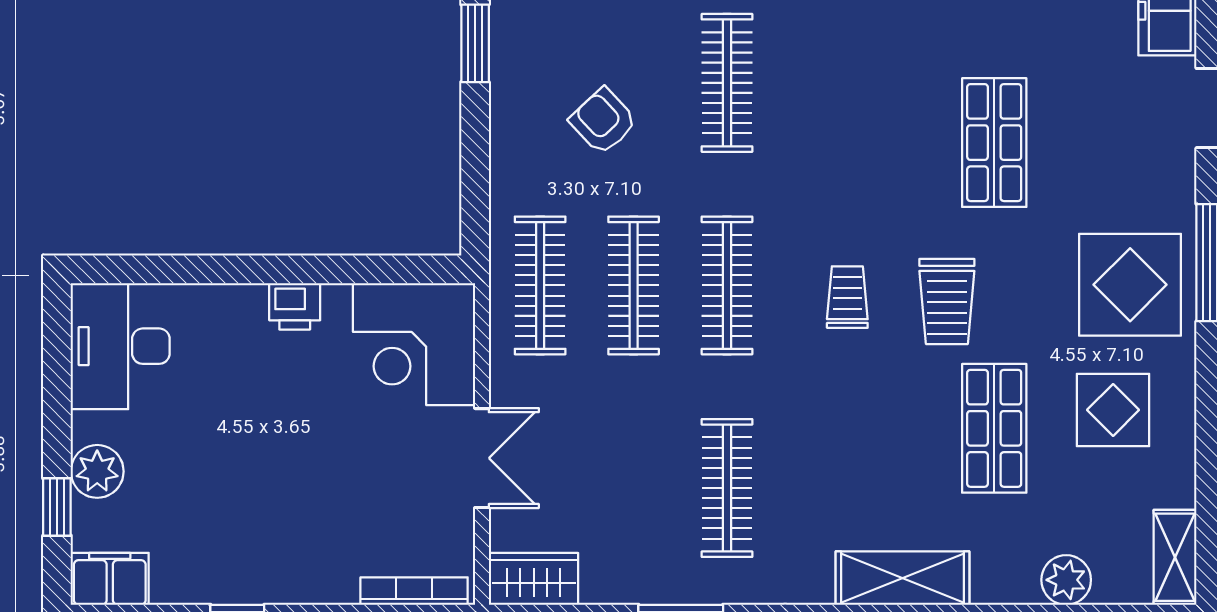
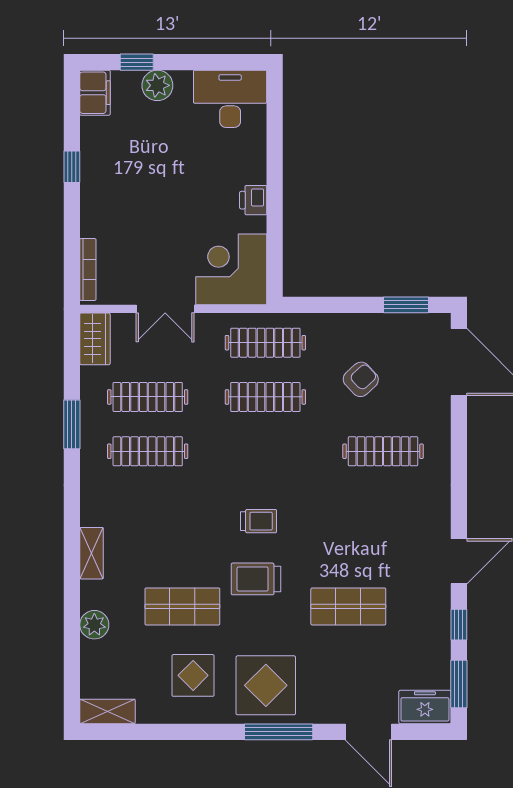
clothes rail: (727, 285) -> (148, 397), moved
shelving: (902, 578) -> (92, 553), width x0.67, depth x0.75
plant: (1066, 580) -> (94, 625), moved

